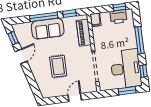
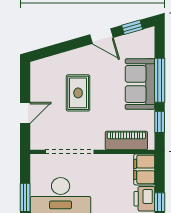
filing cabinet: (95, 20) -> (144, 169), width x2.00
rug: (58, 66) -> (78, 93), turned 90
door: (75, 98) -> (25, 113), hinge flipped

